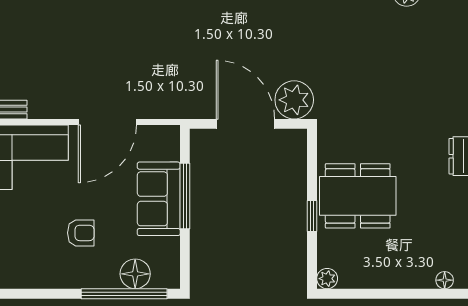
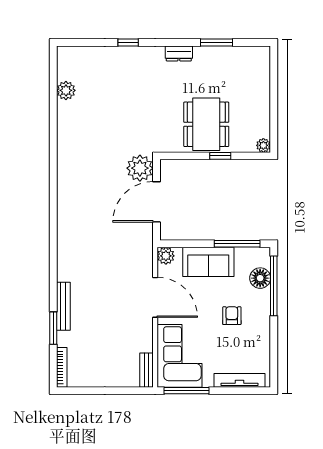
plant: (167, 137) -> (166, 256), added
window: (185, 196) -> (237, 244), moved
floor lamp: (445, 280) -> (265, 64), removed

